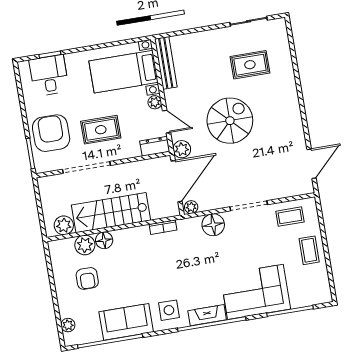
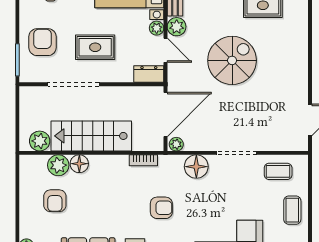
armchair: (51, 133) -> (42, 42), width x0.73, depth x0.73
plant: (182, 149) -> (177, 27), moved
armchair: (187, 268) -> (161, 208), added

